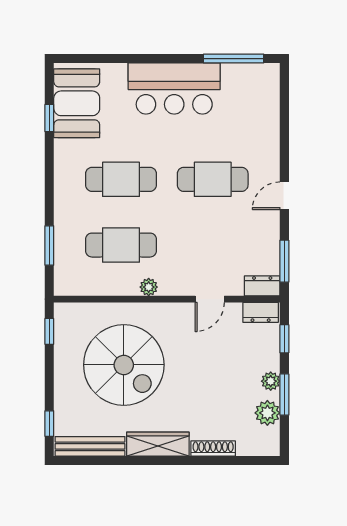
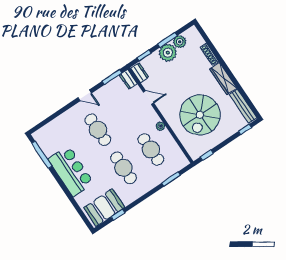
spiral stairs: (124, 365) -> (200, 115), turned 180
plant: (271, 381) -> (168, 53), width x1.88, depth x1.88

